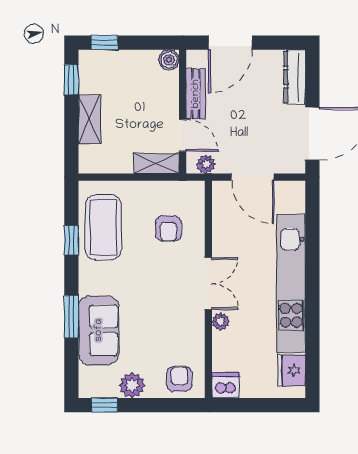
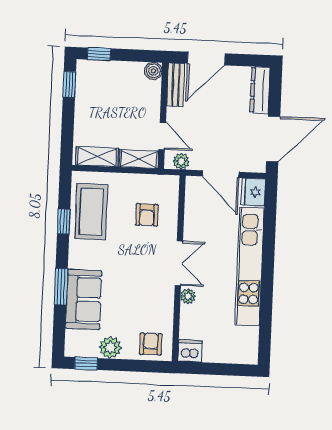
bench: (196, 94) -> (176, 85), moved
shelving: (89, 119) -> (97, 157), moved, turned 90
fridge: (292, 370) -> (253, 192), moved

